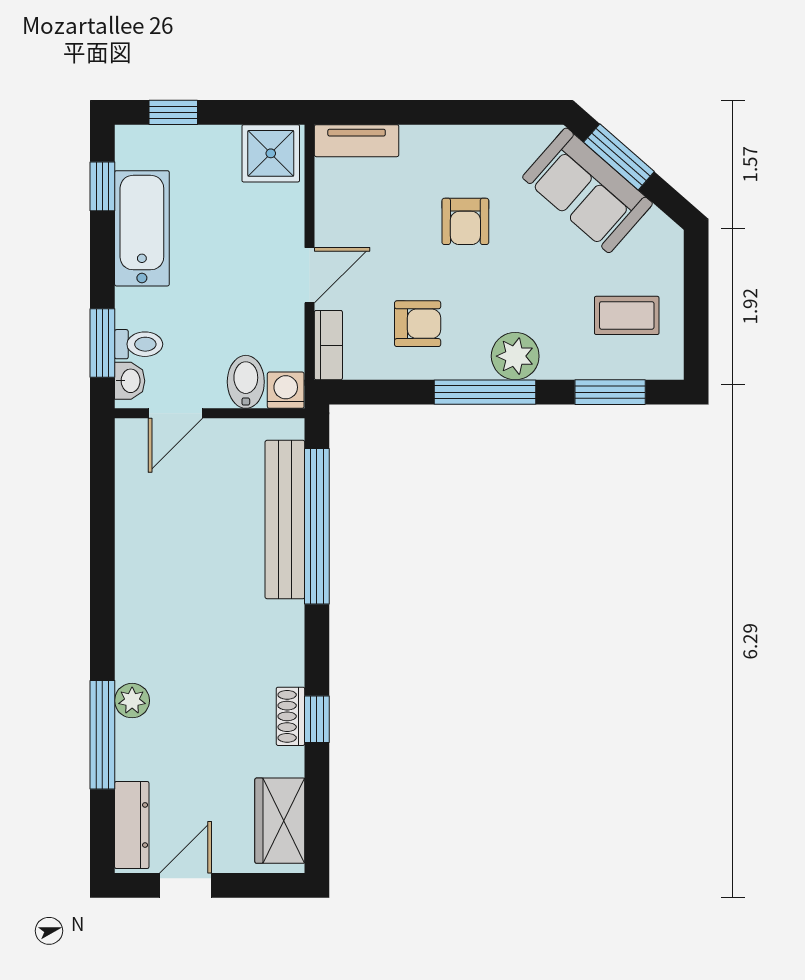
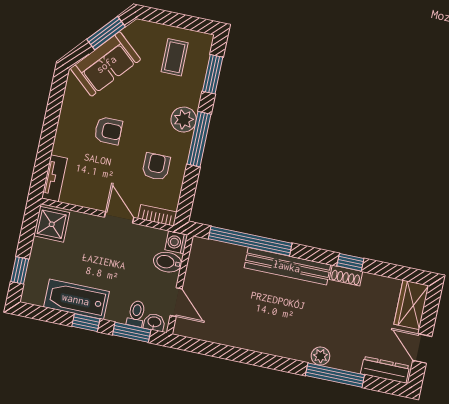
window: (619, 157) -> (106, 33), moved
window: (102, 186) -> (86, 323), moved
bench: (285, 520) -> (287, 266), moved
wardrobe: (280, 821) -> (411, 305), moved, turned 90

